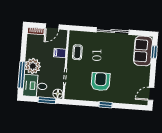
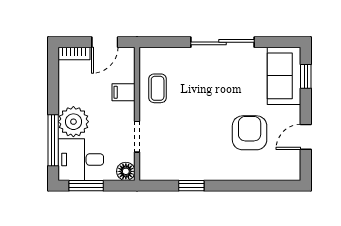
armchair: (101, 82) -> (250, 133), moved
door: (151, 94) -> (306, 137), moved
window: (47, 100) -> (86, 186), moved
window: (106, 105) -> (191, 186), moved

